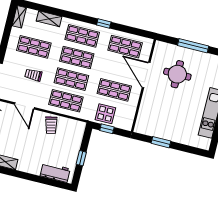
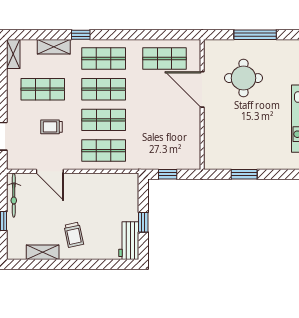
window: (104, 23) -> (81, 35), moved
shop shelf: (114, 90) -> (164, 120), removed
display table: (105, 114) -> (161, 155), removed
trolley: (51, 125) -> (74, 235), moved
workbench: (55, 172) -> (129, 241), moved, turned -90

